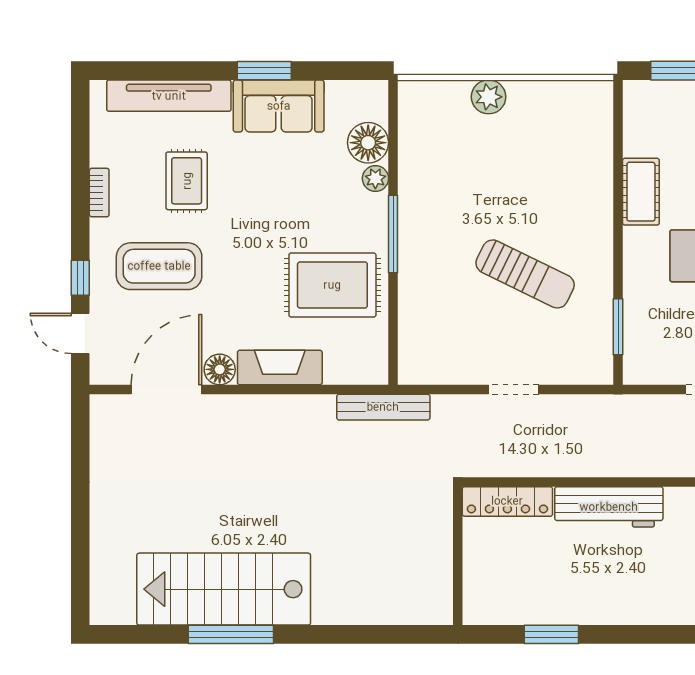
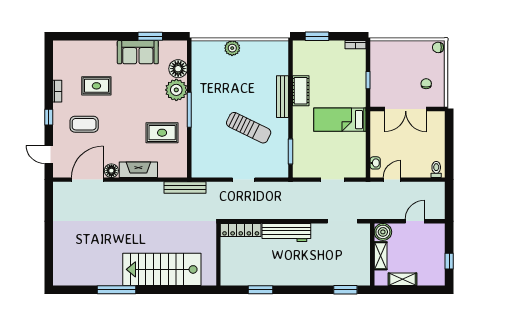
window: (264, 71) -> (150, 36), moved
tv unit: (169, 96) -> (88, 48), removed
plant: (375, 178) -> (176, 90), width x1.88, depth x1.88
rug: (187, 181) -> (96, 86), turned 90
bench: (600, 205) -> (282, 97), added
coffee table: (159, 266) -> (84, 124), width x0.73, depth x0.76
window: (80, 278) -> (49, 117), moved
rug: (332, 285) -> (162, 133), width x0.73, depth x0.70
stairs: (224, 589) -> (162, 269), moved

